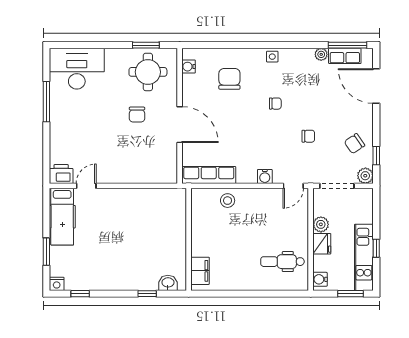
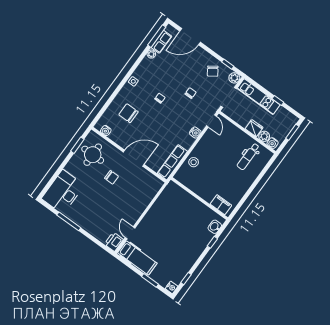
plant: (321, 224) -> (264, 136), moved
kitchen unit: (364, 257) -> (259, 97), moved

